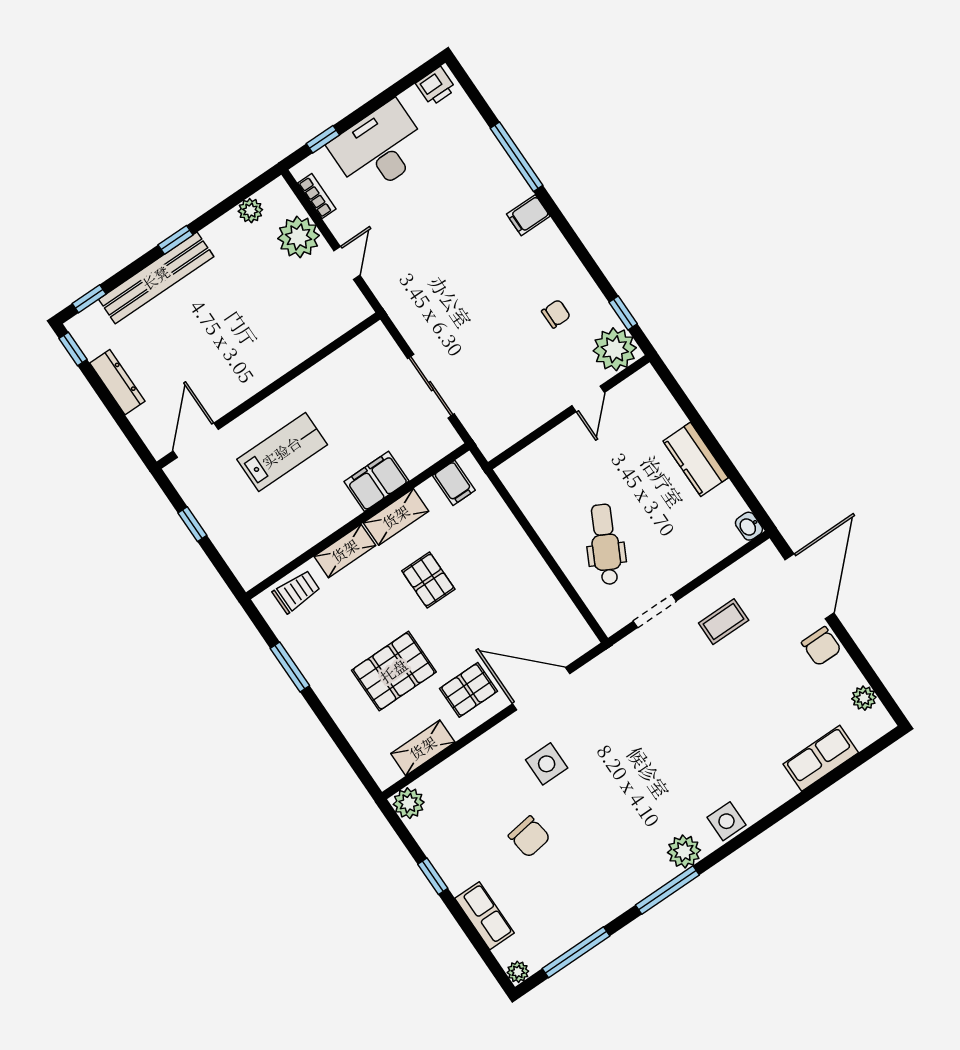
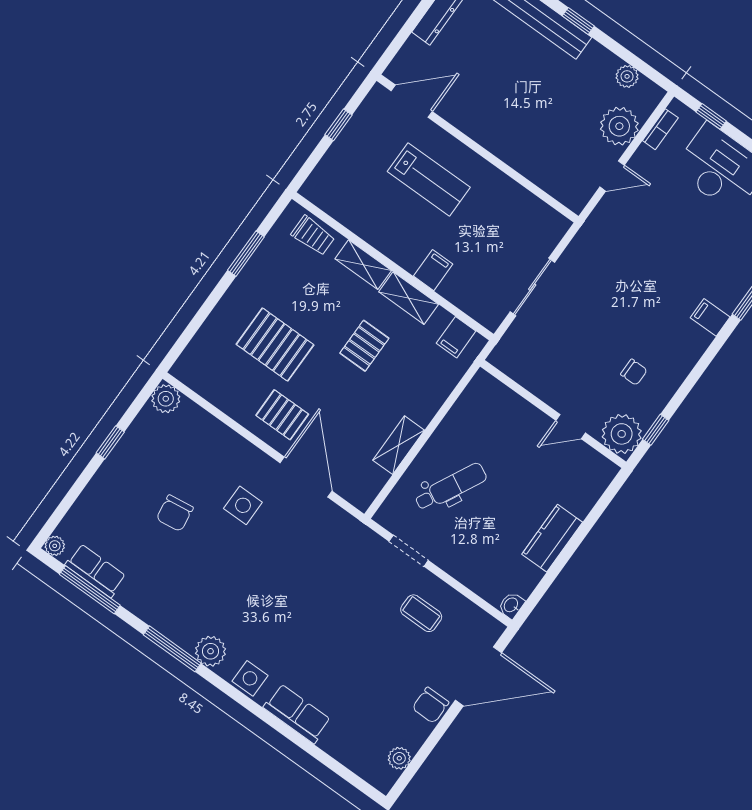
filing cabinet: (376, 481) -> (433, 270), width x0.50
shelving: (423, 748) -> (399, 445), moved, turned 90
row of seats: (821, 758) -> (297, 714), moved
row of seats: (485, 916) -> (96, 571), moved, turned -90

